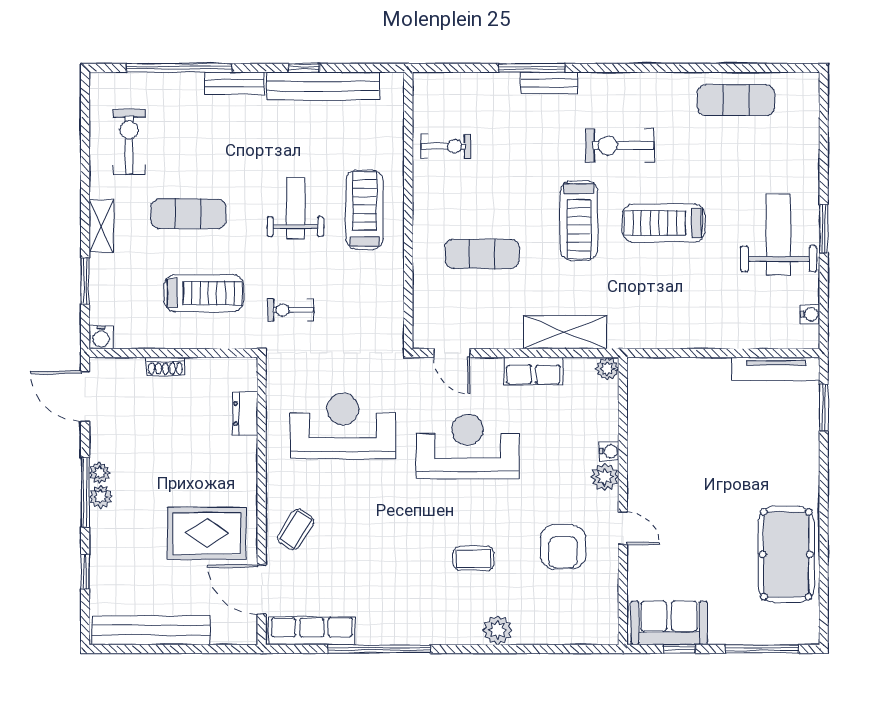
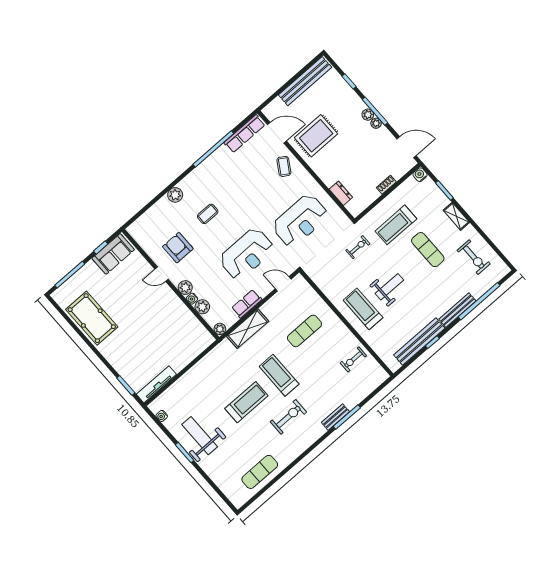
bench: (234, 83) -> (457, 310), width x1.36
weight bench: (295, 208) -> (389, 287), turned -90
treadmill: (364, 210) -> (363, 309), turned 180
exercise mat: (188, 214) -> (428, 250), turned 90
weight bench: (779, 234) -> (200, 436), turned 180
plant: (604, 425) -> (202, 307), added

